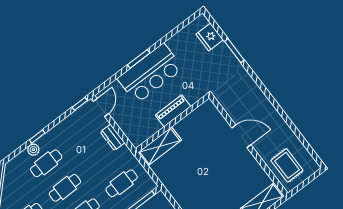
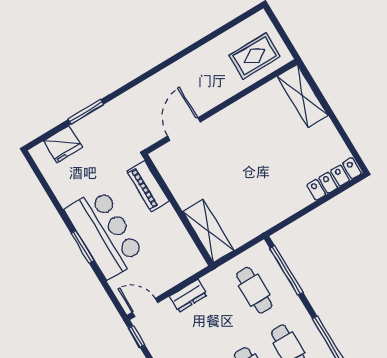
piano: (173, 111) -> (148, 186), moved
door: (241, 136) -> (184, 129), moved

